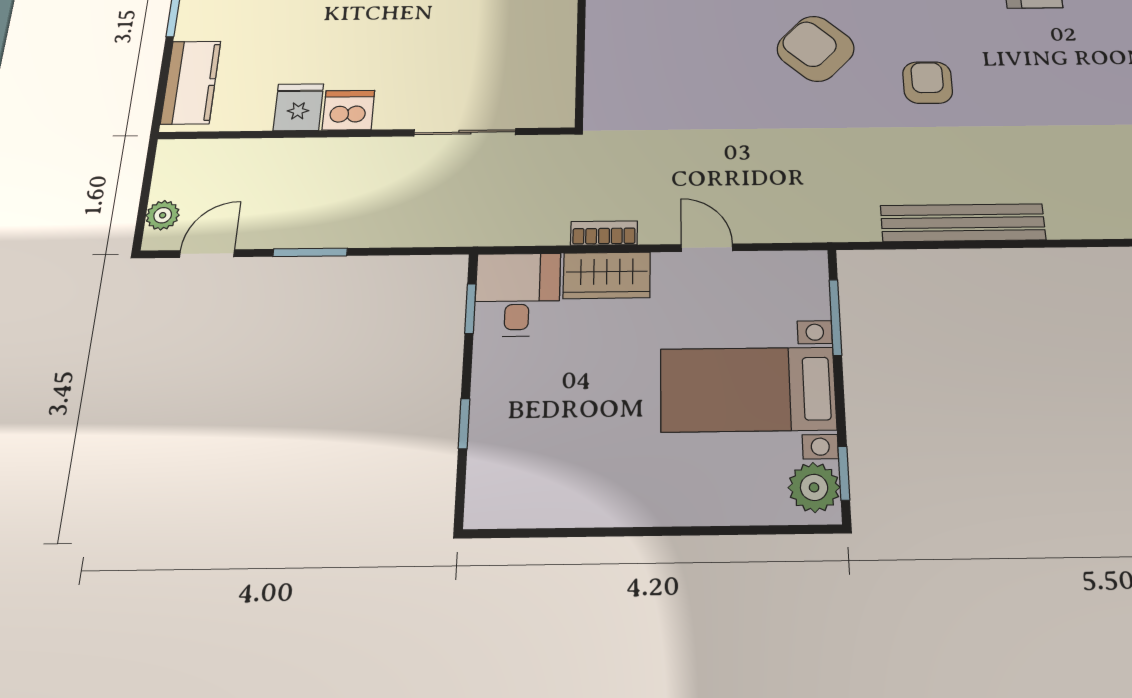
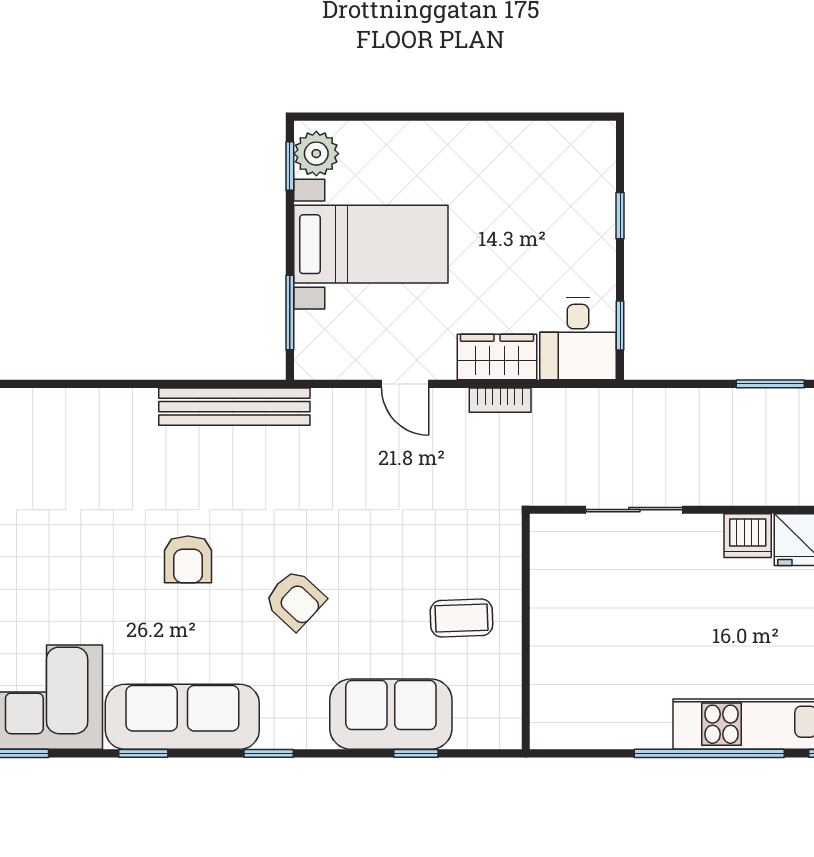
coffee table: (646, 35) -> (461, 618), added
armchair: (816, 49) -> (295, 600), width x0.72, depth x0.72
bench: (963, 223) -> (234, 407), moved

